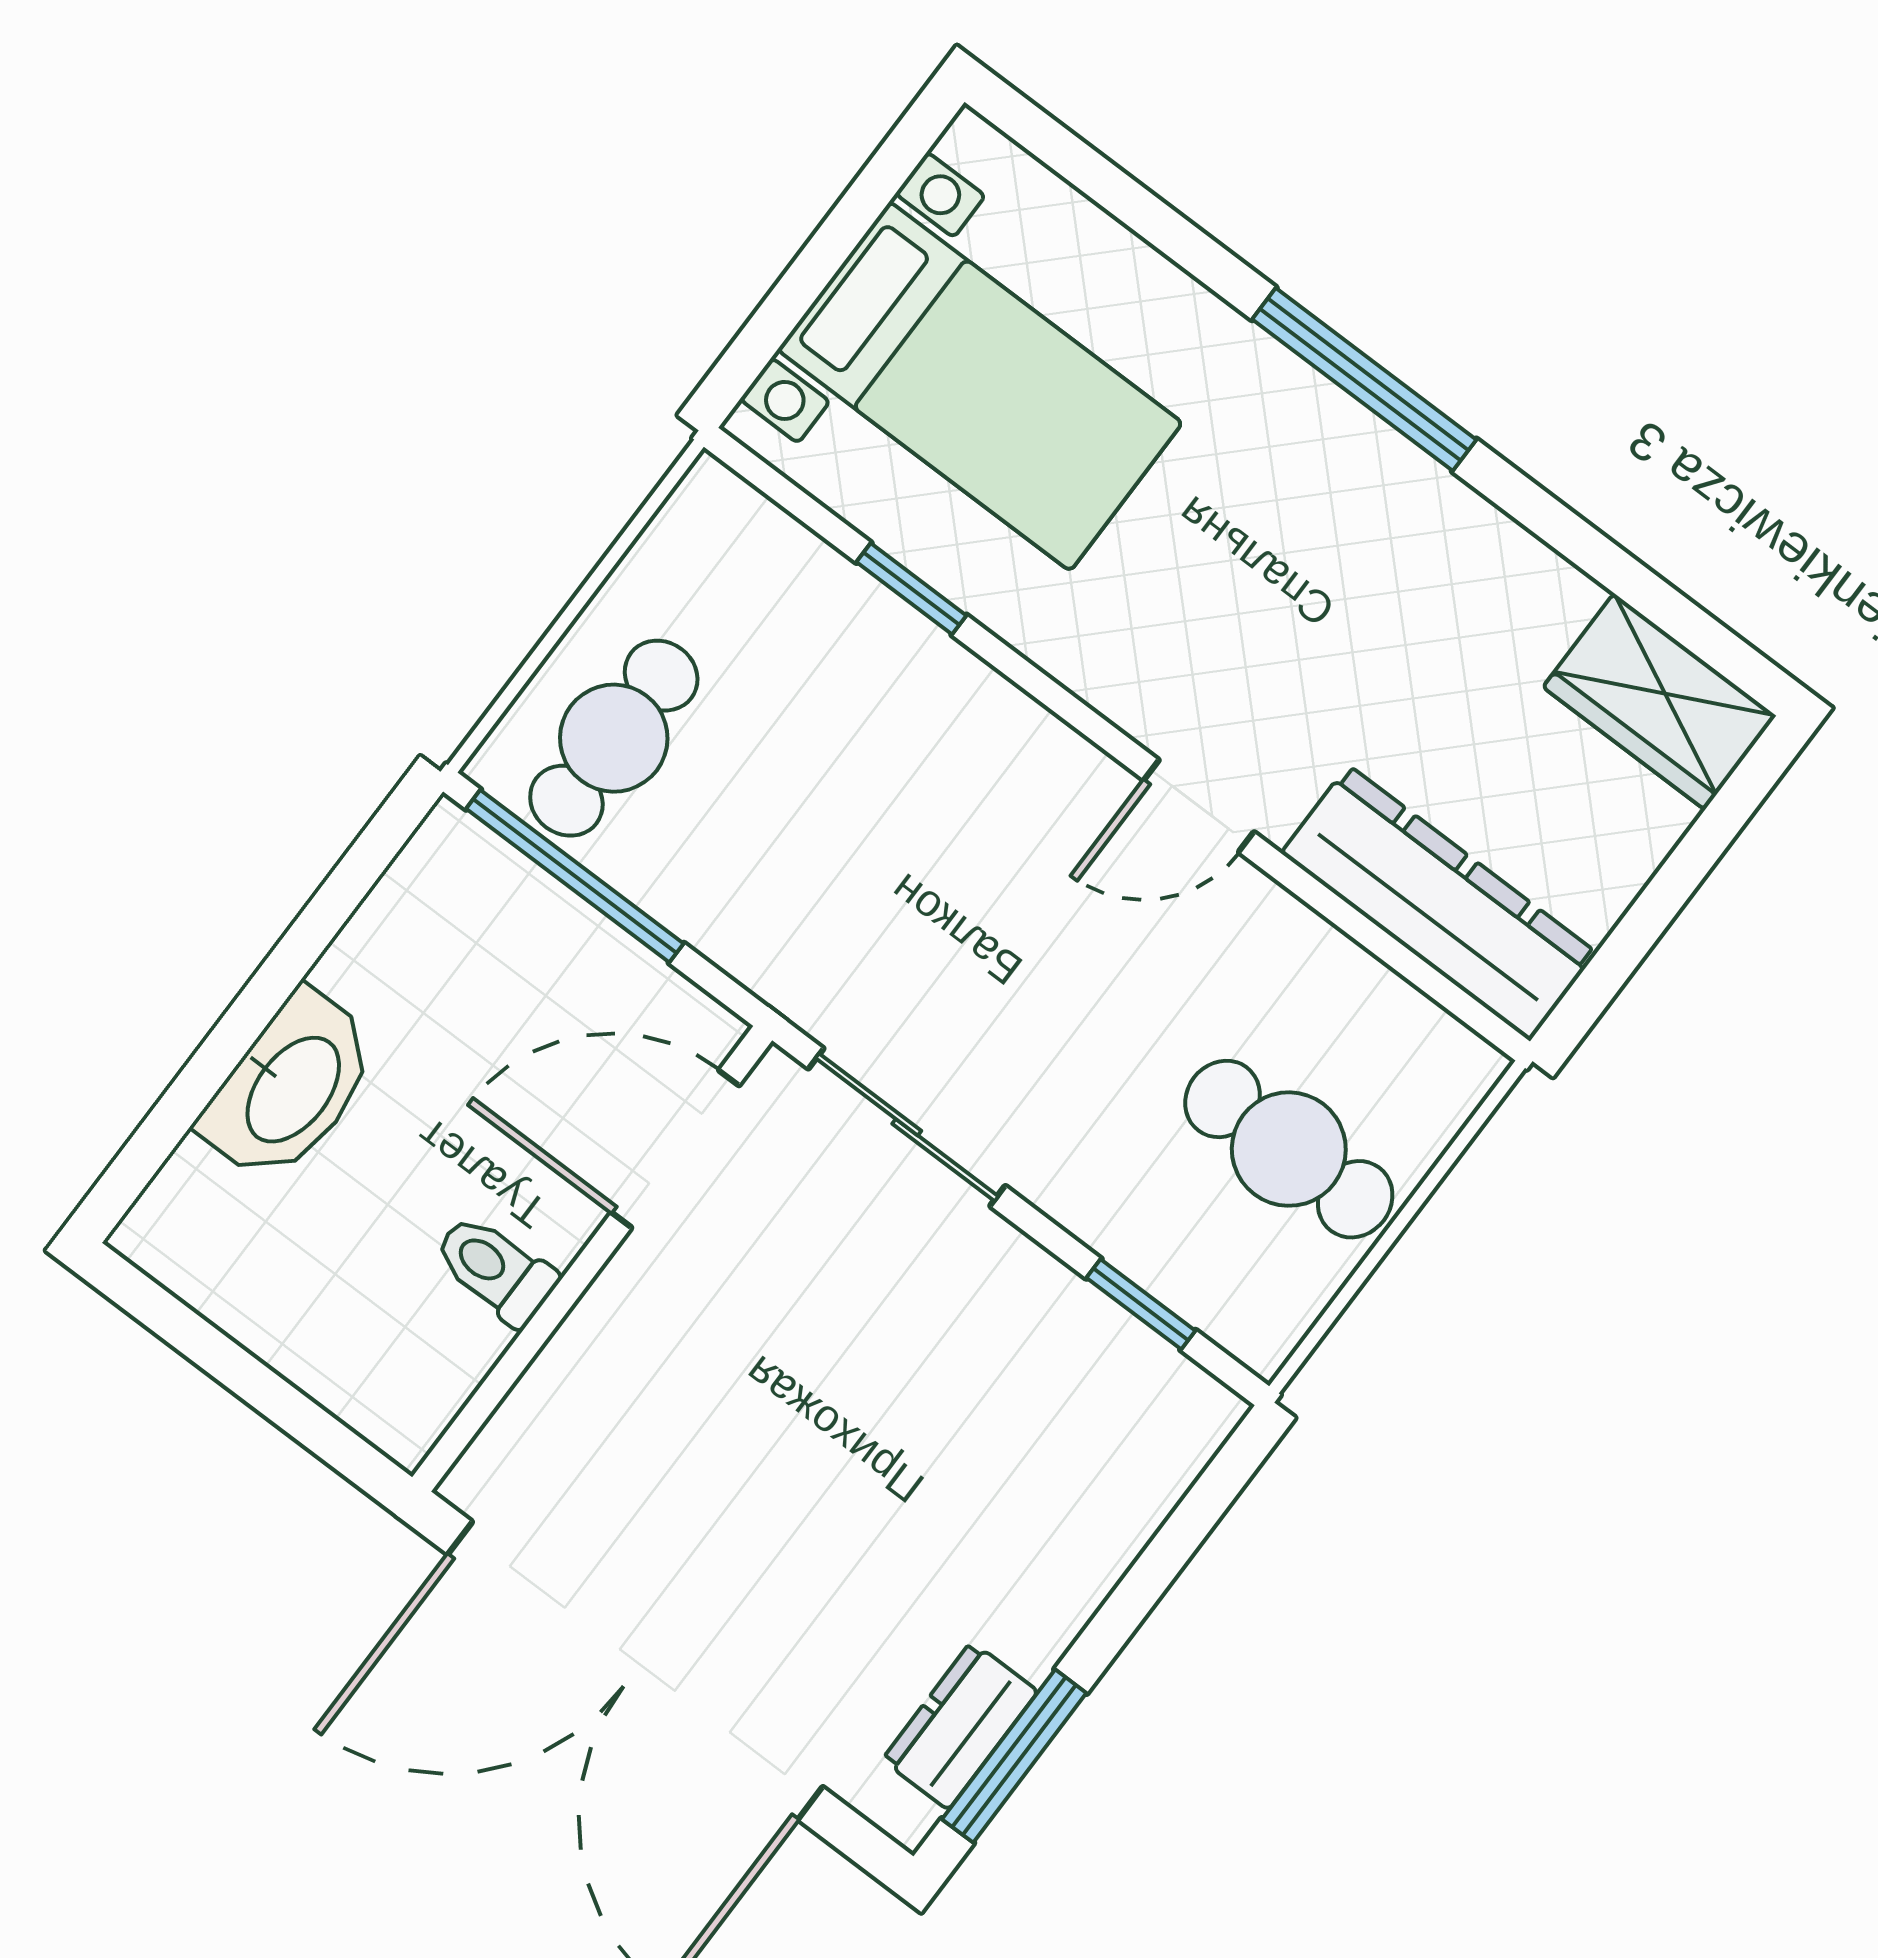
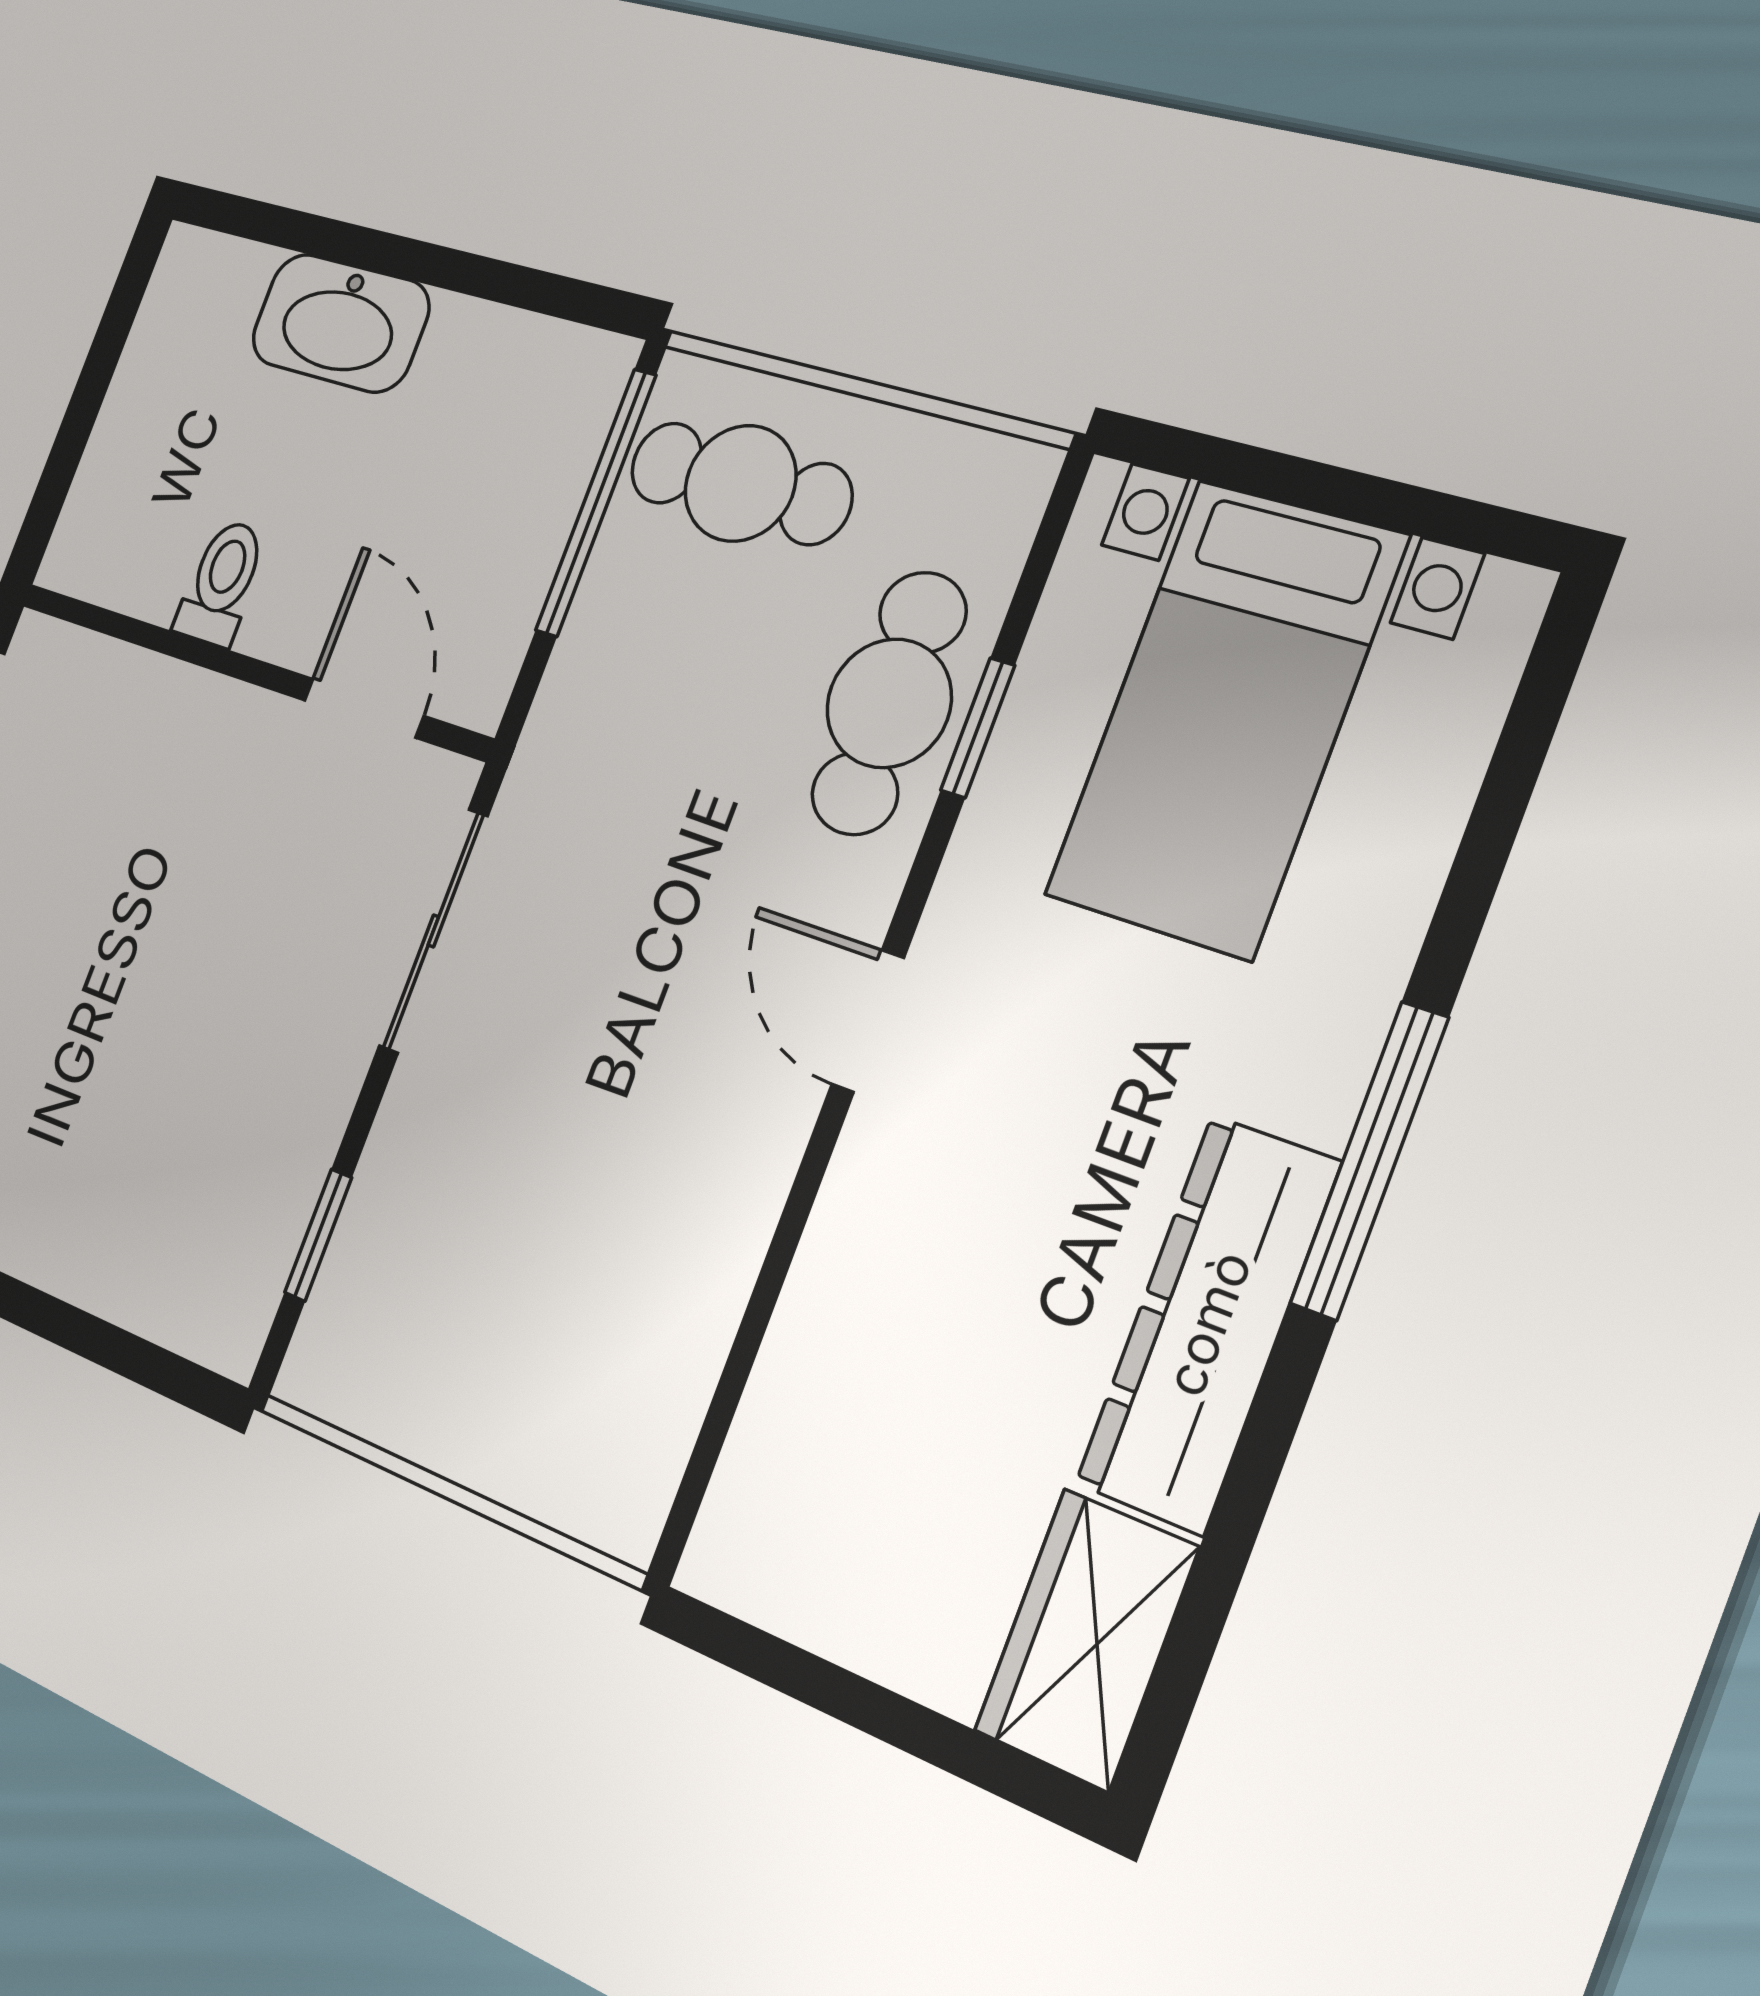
door: (1199, 806) -> (868, 1021), moved
dresser: (1439, 903) -> (1208, 1323), moved, turned 180
door: (675, 1149) -> (364, 708), width x0.73
cafe table: (1289, 1149) -> (889, 703), moved

